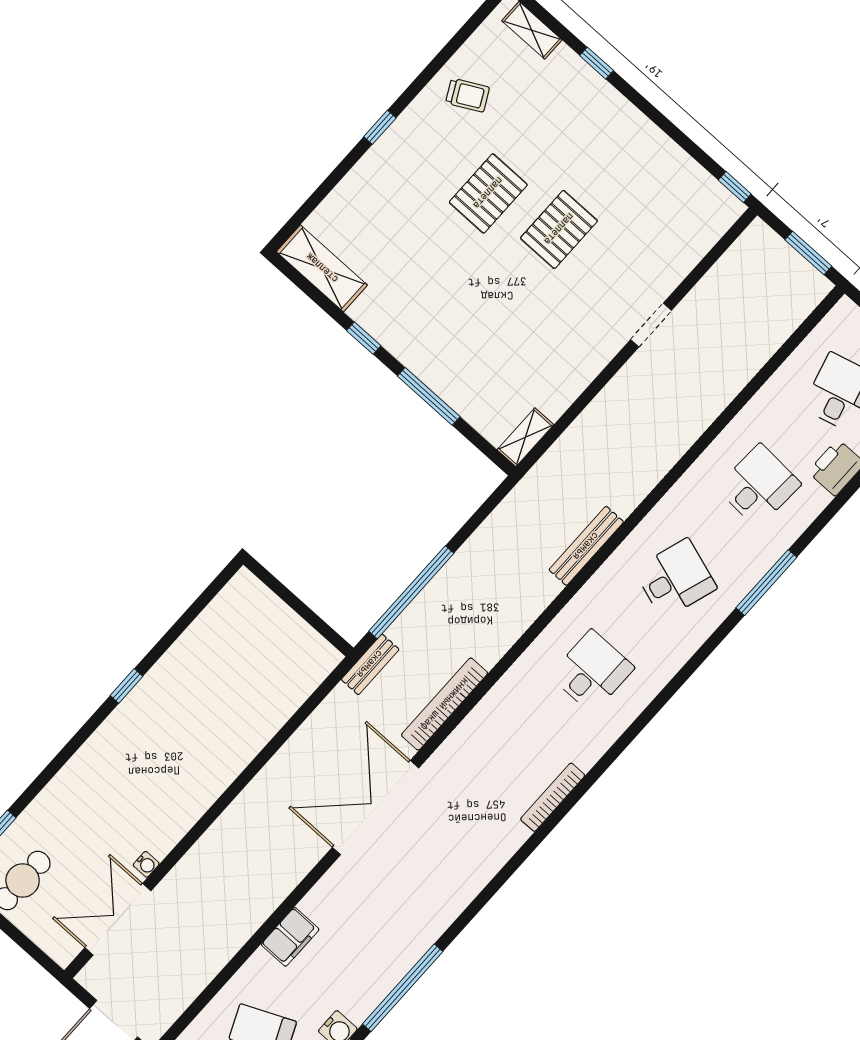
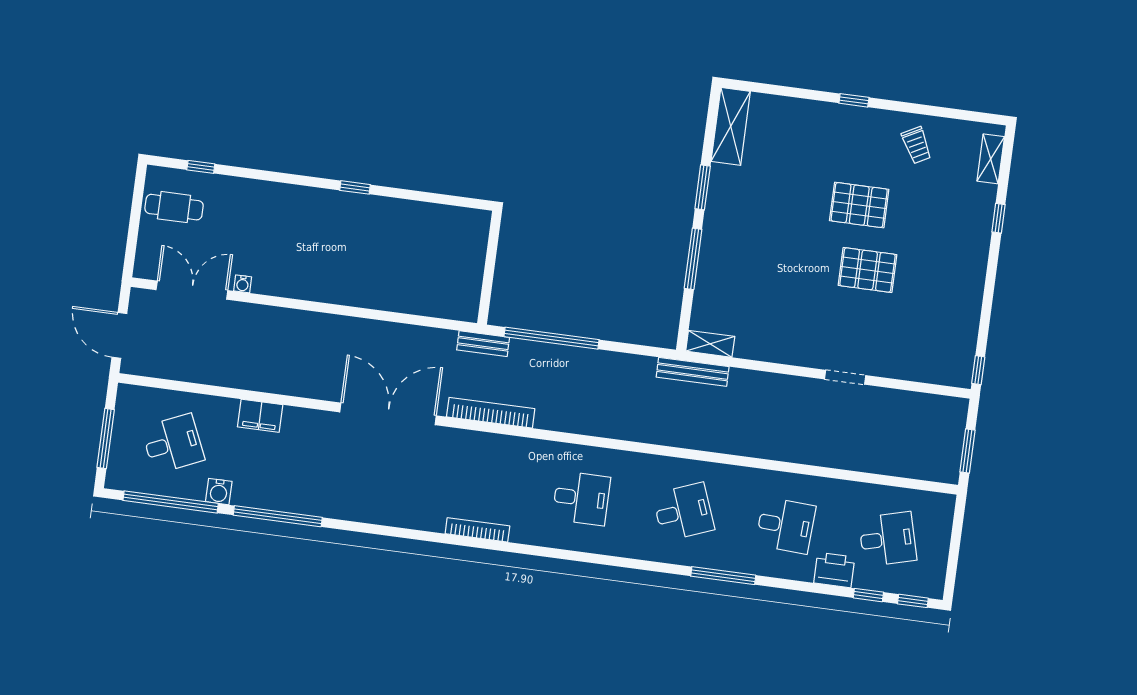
window: (364, 338) -> (703, 187), width x1.50
bench: (586, 546) -> (693, 372), moved
desk: (675, 579) -> (683, 512), turned -39

